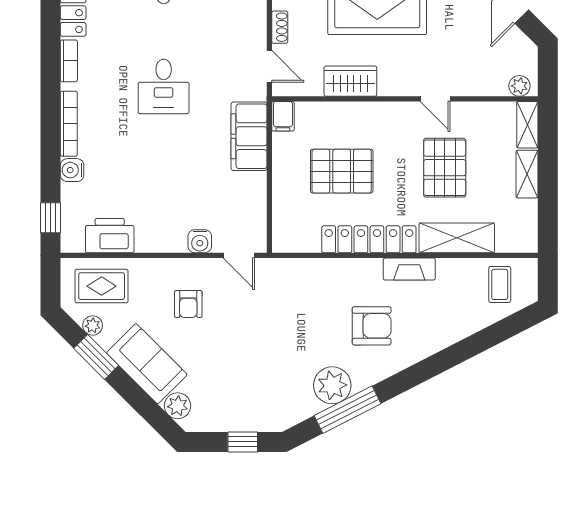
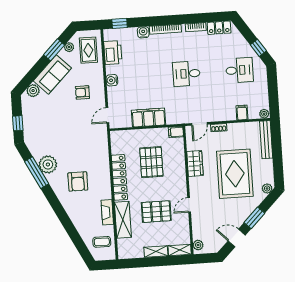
filing cabinet: (249, 136) -> (148, 118), moved
water cooler: (200, 241) -> (112, 80), moved
fireplace: (409, 269) -> (107, 212), moved

